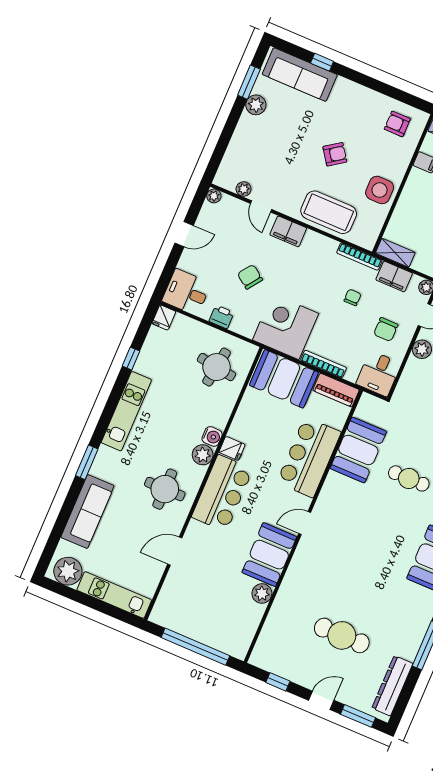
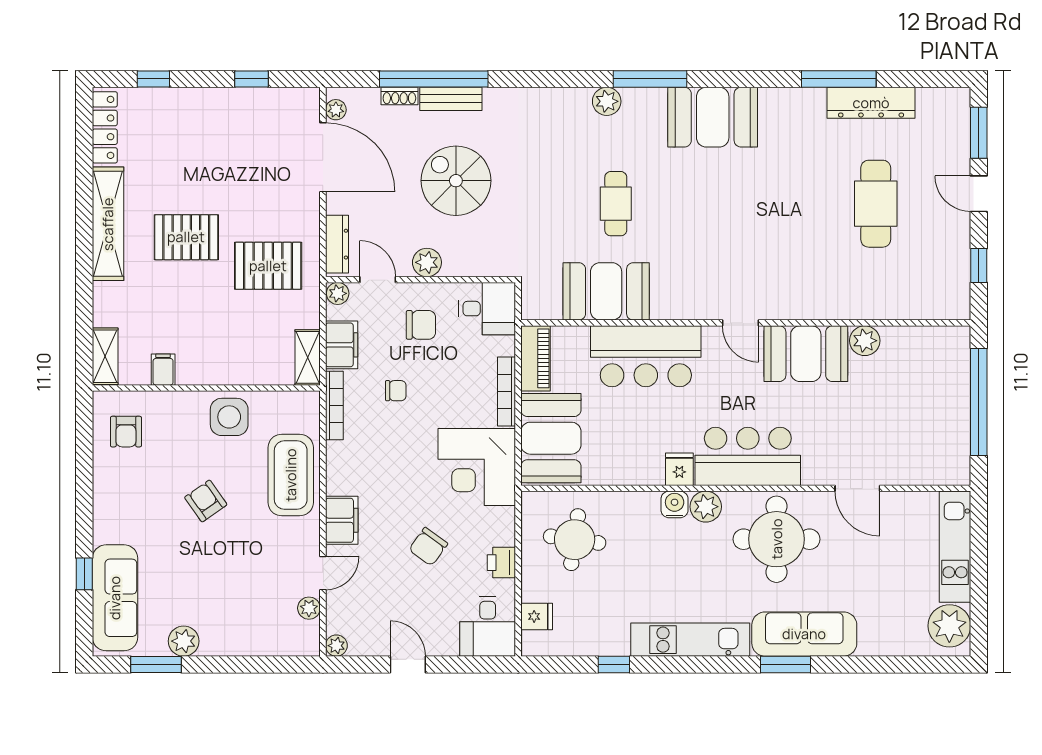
chair: (353, 297) -> (396, 391), turned 180
fridge: (164, 318) -> (537, 616), moved
round table: (165, 489) -> (777, 539), width x1.36, depth x1.36
sofa: (87, 511) -> (804, 634), moved
dresser: (392, 686) -> (871, 103), moved

